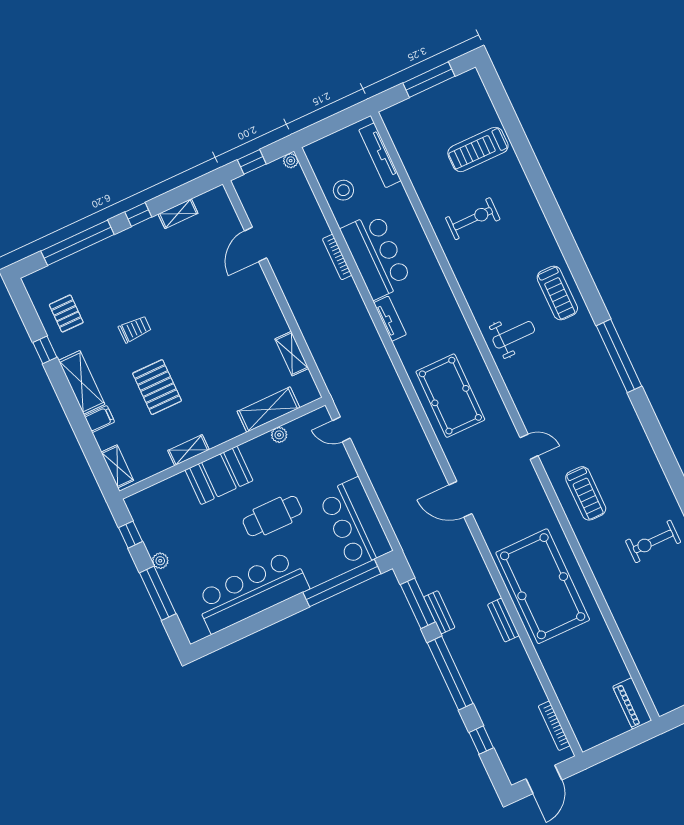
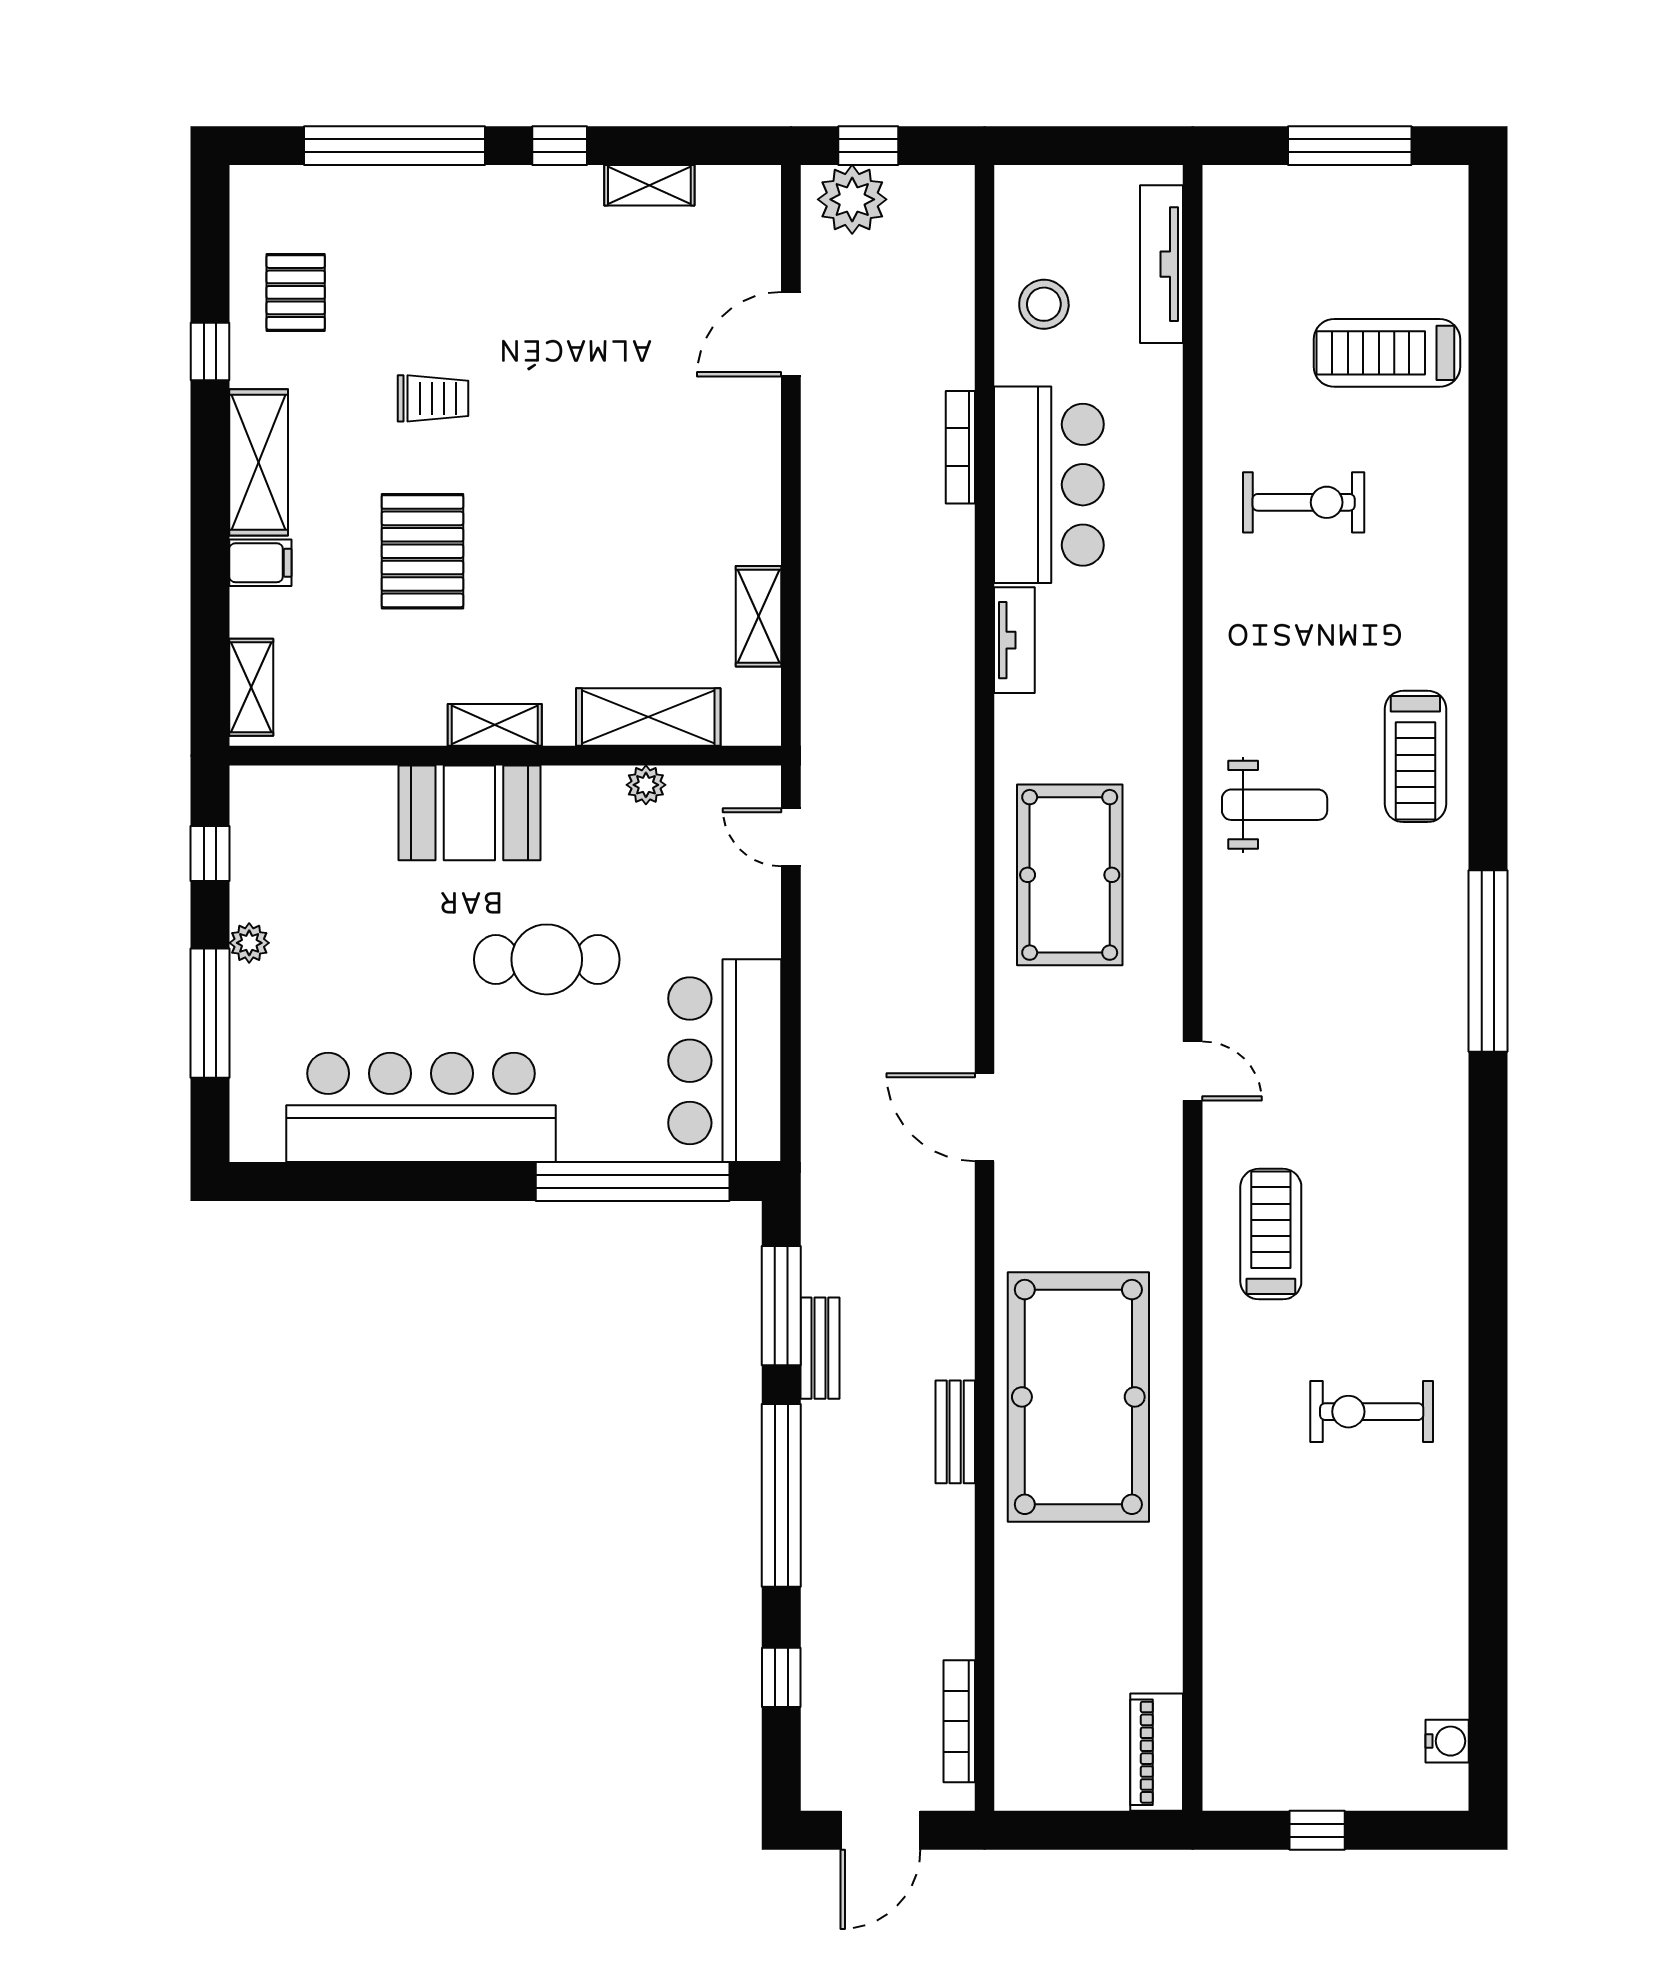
plant: (291, 161) -> (852, 199), moved, width x1.88, depth x1.88
shelving: (188, 450) -> (495, 725), moved
treadmill: (586, 493) -> (1271, 1234), turned 180

